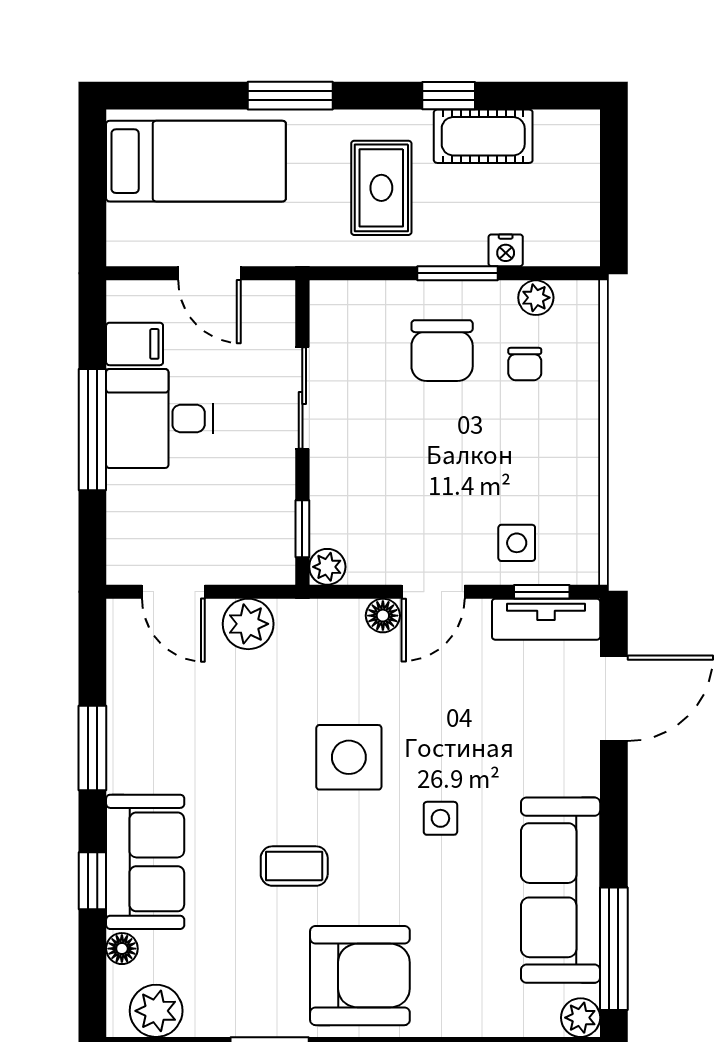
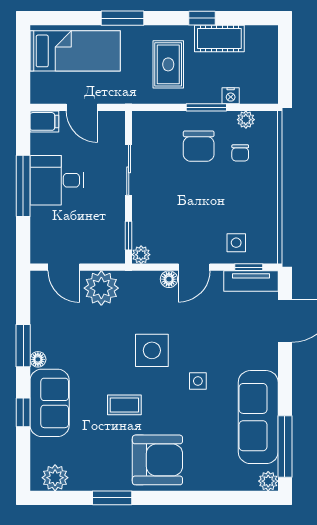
filing cabinet: (135, 344) -> (44, 121), moved
plant: (248, 624) -> (101, 288), width x1.36, depth x1.36
floor lamp: (122, 949) -> (38, 359), moved

